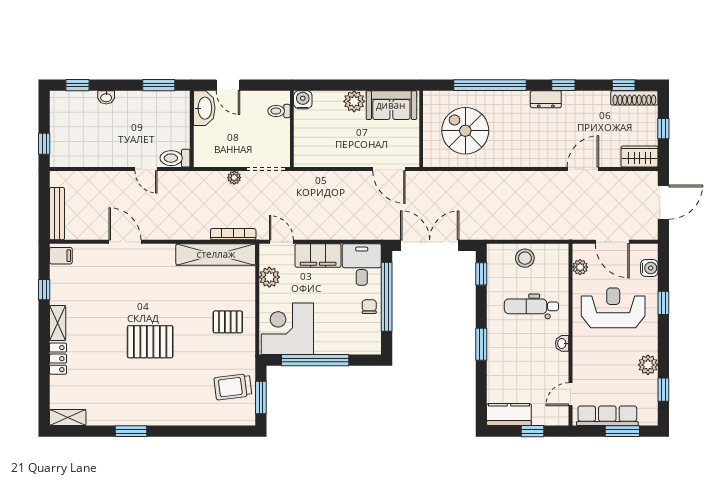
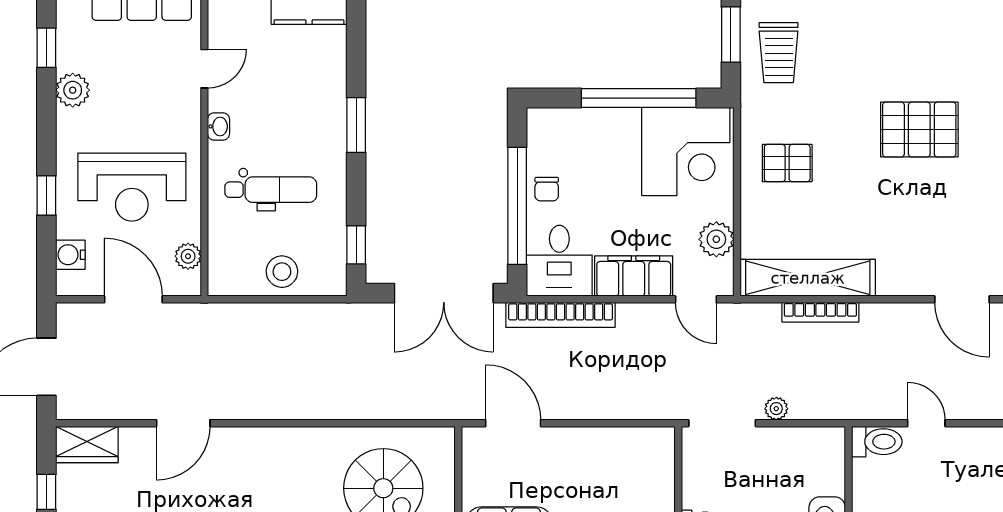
bookcase: (361, 233) -> (561, 315), added
bookcase: (233, 234) -> (820, 312), moved
trolley: (233, 387) -> (779, 53), turned 97
door: (571, 394) -> (204, 69), moved

